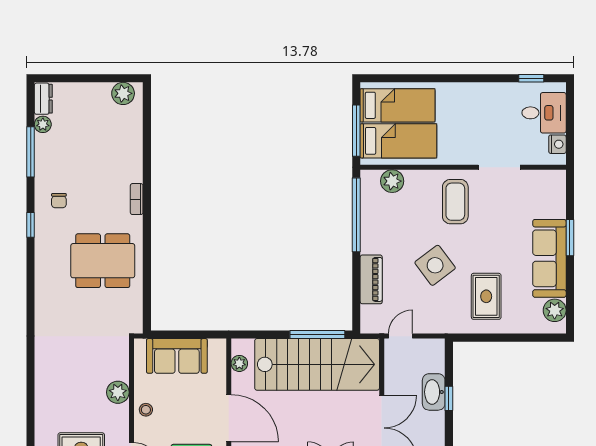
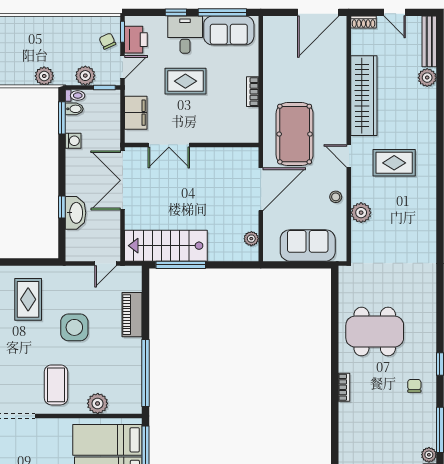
plant: (392, 181) -> (98, 403), moved
side table: (435, 265) -> (74, 327), turned 37
stairs: (317, 364) -> (166, 246), width x0.73, depth x0.66
door: (229, 418) -> (261, 189), swing flipped

